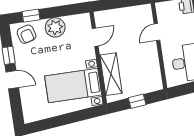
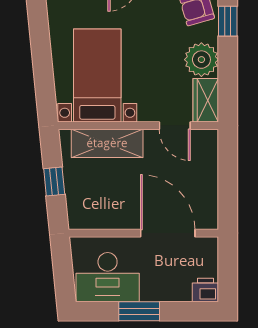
wardrobe: (78, 22) -> (206, 100), added
door: (157, 32) -> (168, 233), width x1.88

